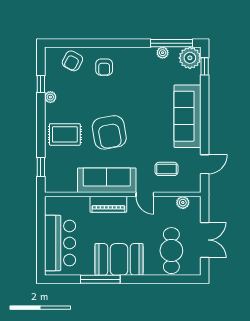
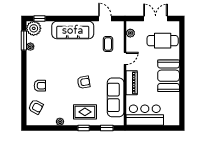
window: (172, 43) -> (24, 41), width x0.69
window: (41, 84) -> (84, 128), moved
armchair: (109, 132) -> (84, 82), width x0.53, depth x0.53
rug: (65, 134) -> (85, 112), turned 90
sofa: (107, 180) -> (116, 97), moved
bar counter: (60, 243) -> (145, 115), moved
window: (100, 279) -> (182, 88), removed

